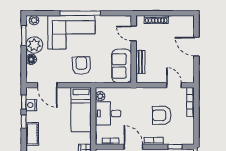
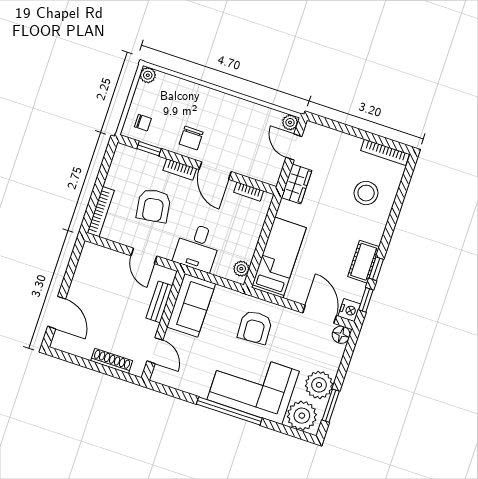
plant: (34, 20) -> (302, 416), width x1.88, depth x1.88
door: (196, 47) -> (57, 313), moved
floor lamp: (31, 59) -> (341, 335), moved
door: (174, 85) -> (144, 256), moved
nightstand: (31, 105) -> (349, 310), moved
desk: (108, 113) -> (197, 247), moved, turned 90
armchair: (162, 115) -> (154, 206), turned 82
cot: (32, 134) -> (364, 262), moved

